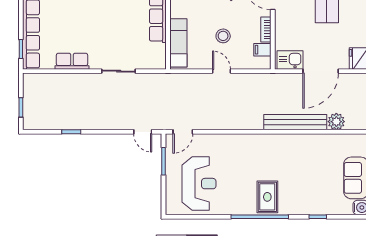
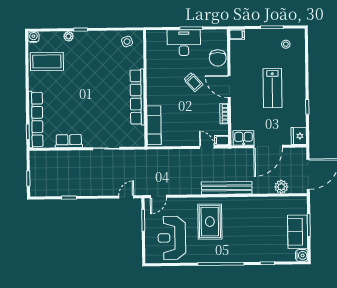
stool: (223, 36) -> (190, 119), removed
filing cabinet: (262, 50) -> (222, 140), moved
door: (222, 71) -> (207, 147), moved
bench: (295, 122) -> (227, 188), moved
door: (143, 132) -> (126, 197), swing flipped
reception desk: (199, 184) -> (172, 238), turned 180
rug: (267, 197) -> (210, 222), moved, width x1.36, depth x1.43

